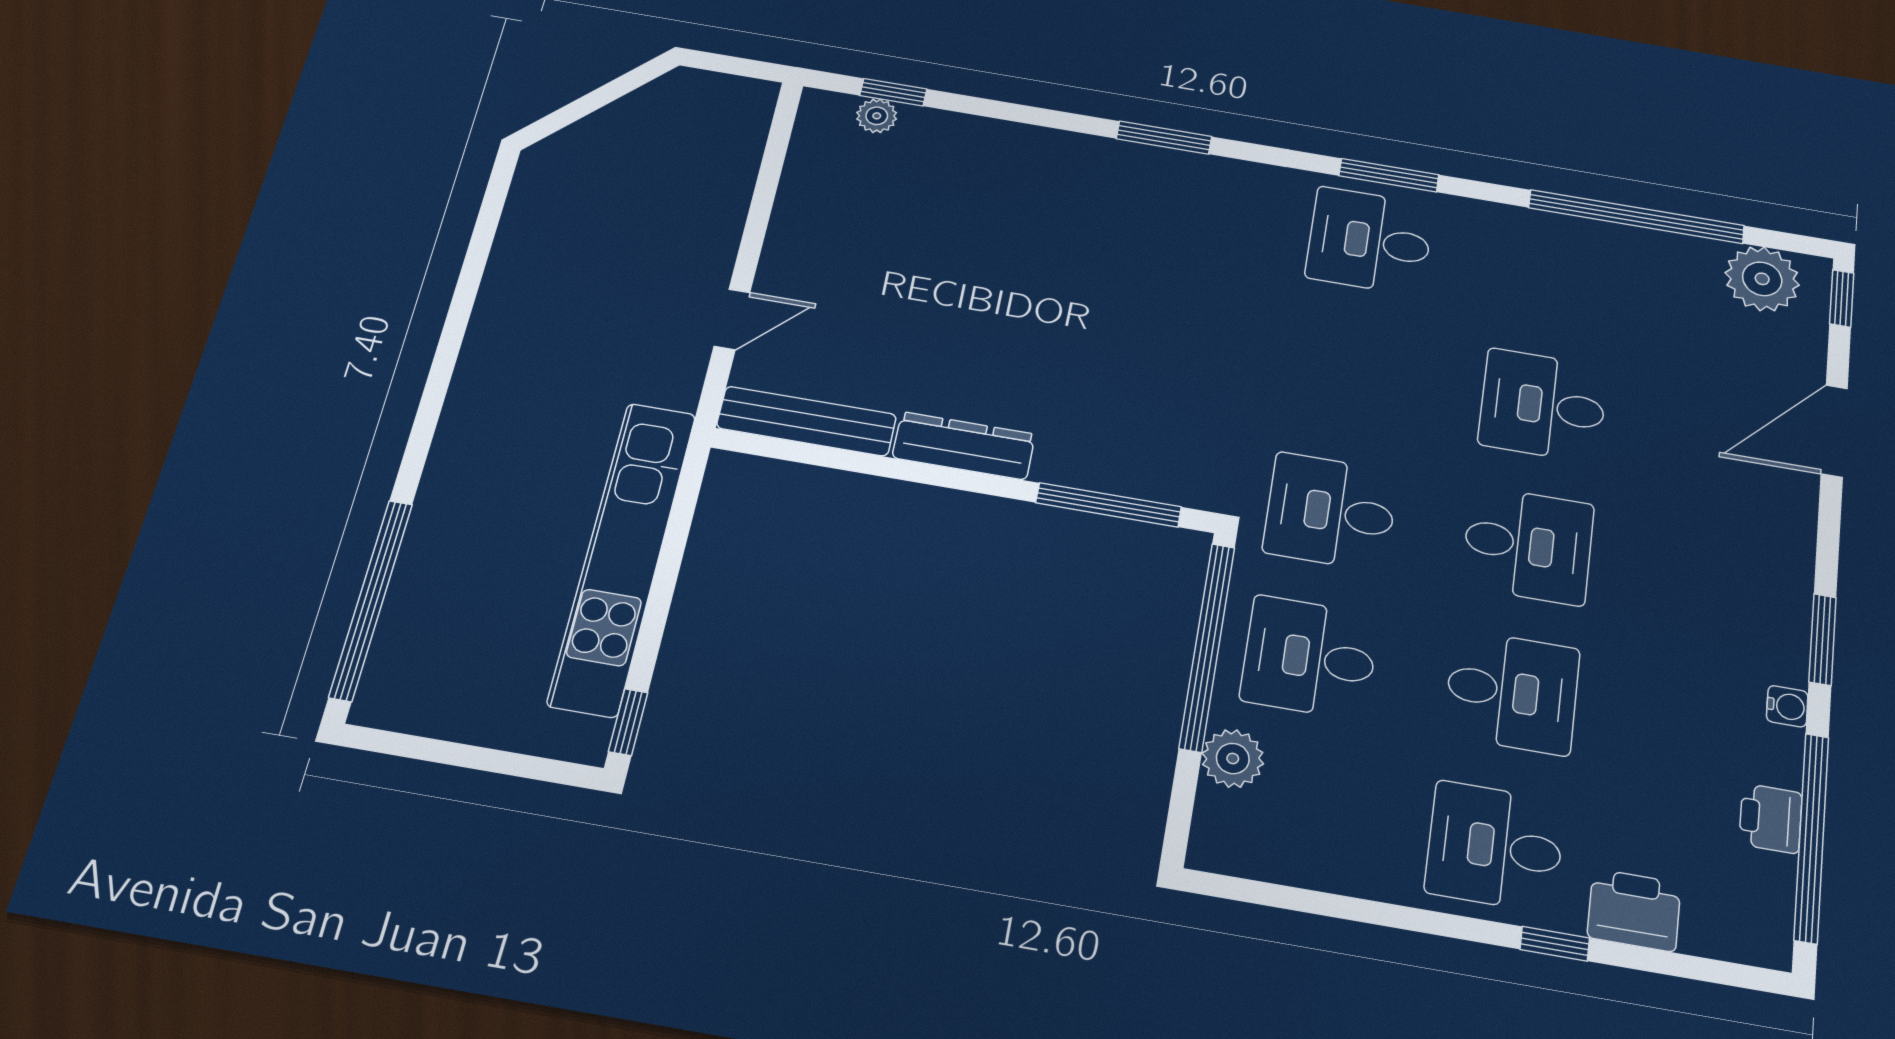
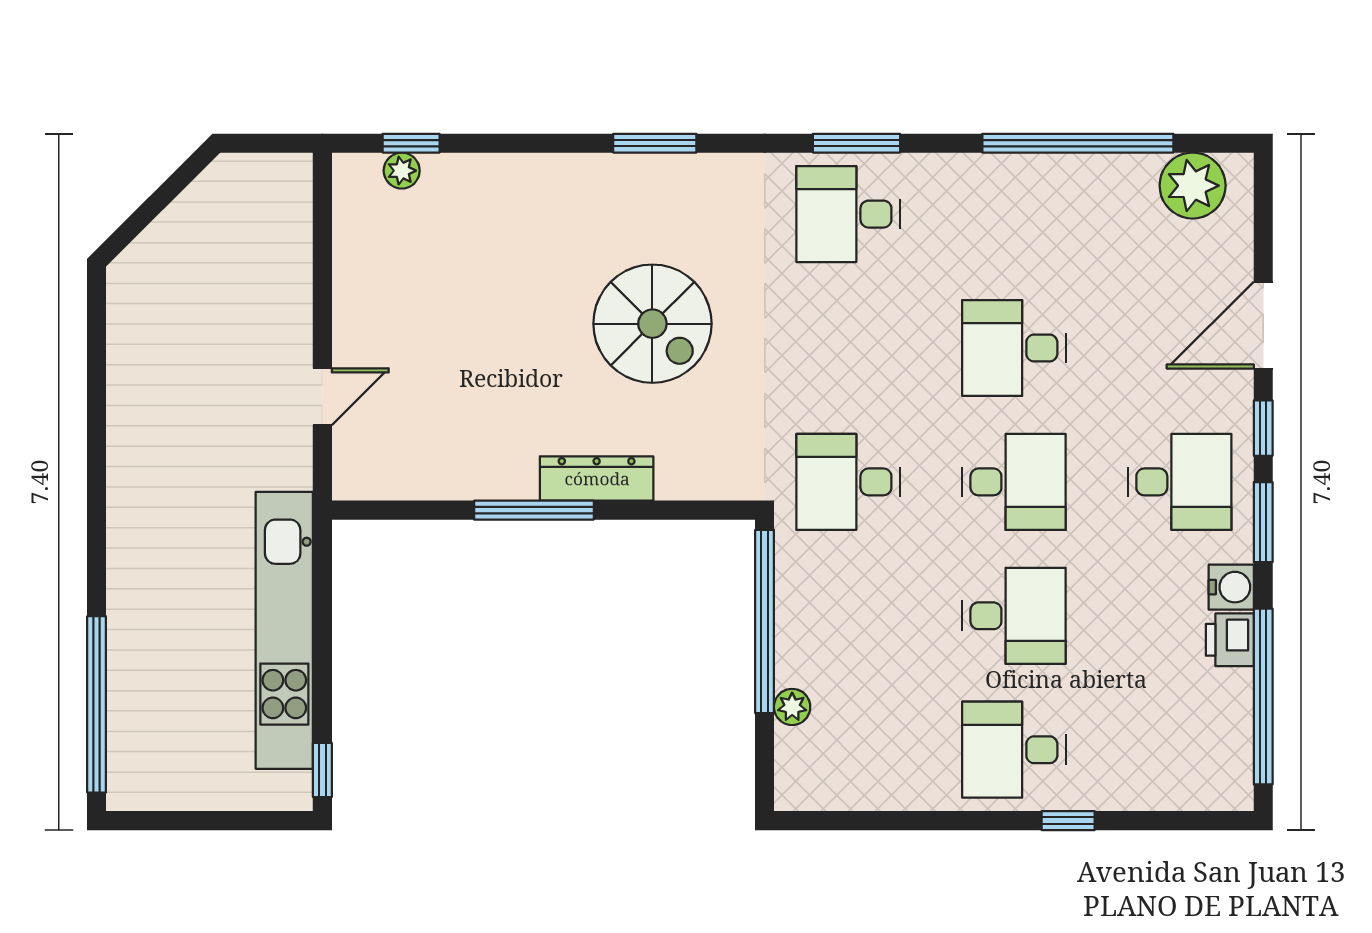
window: (1842, 298) -> (1263, 428), moved
spiral stairs: (1129, 311) -> (652, 324), added
bench: (807, 421) -> (404, 480), removed
dresser: (964, 446) -> (597, 479), moved
window: (1109, 505) -> (534, 510), moved
desk: (1310, 658) -> (1180, 482), moved, turned 180
water cooler: (1787, 706) -> (1231, 587), width x1.38, depth x1.38
plant: (1233, 758) -> (792, 707), width x0.73, depth x0.73
printer: (1771, 819) -> (1230, 640), moved
printer: (1634, 910) -> (1127, 782), removed

